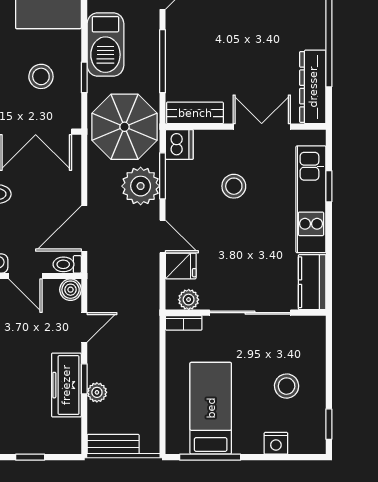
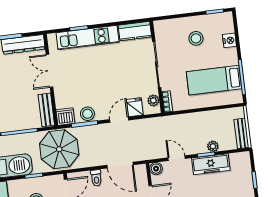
plant: (141, 186) -> (92, 136), removed
stool: (234, 186) -> (87, 114), moved
toilet: (67, 264) -> (96, 178), moved

